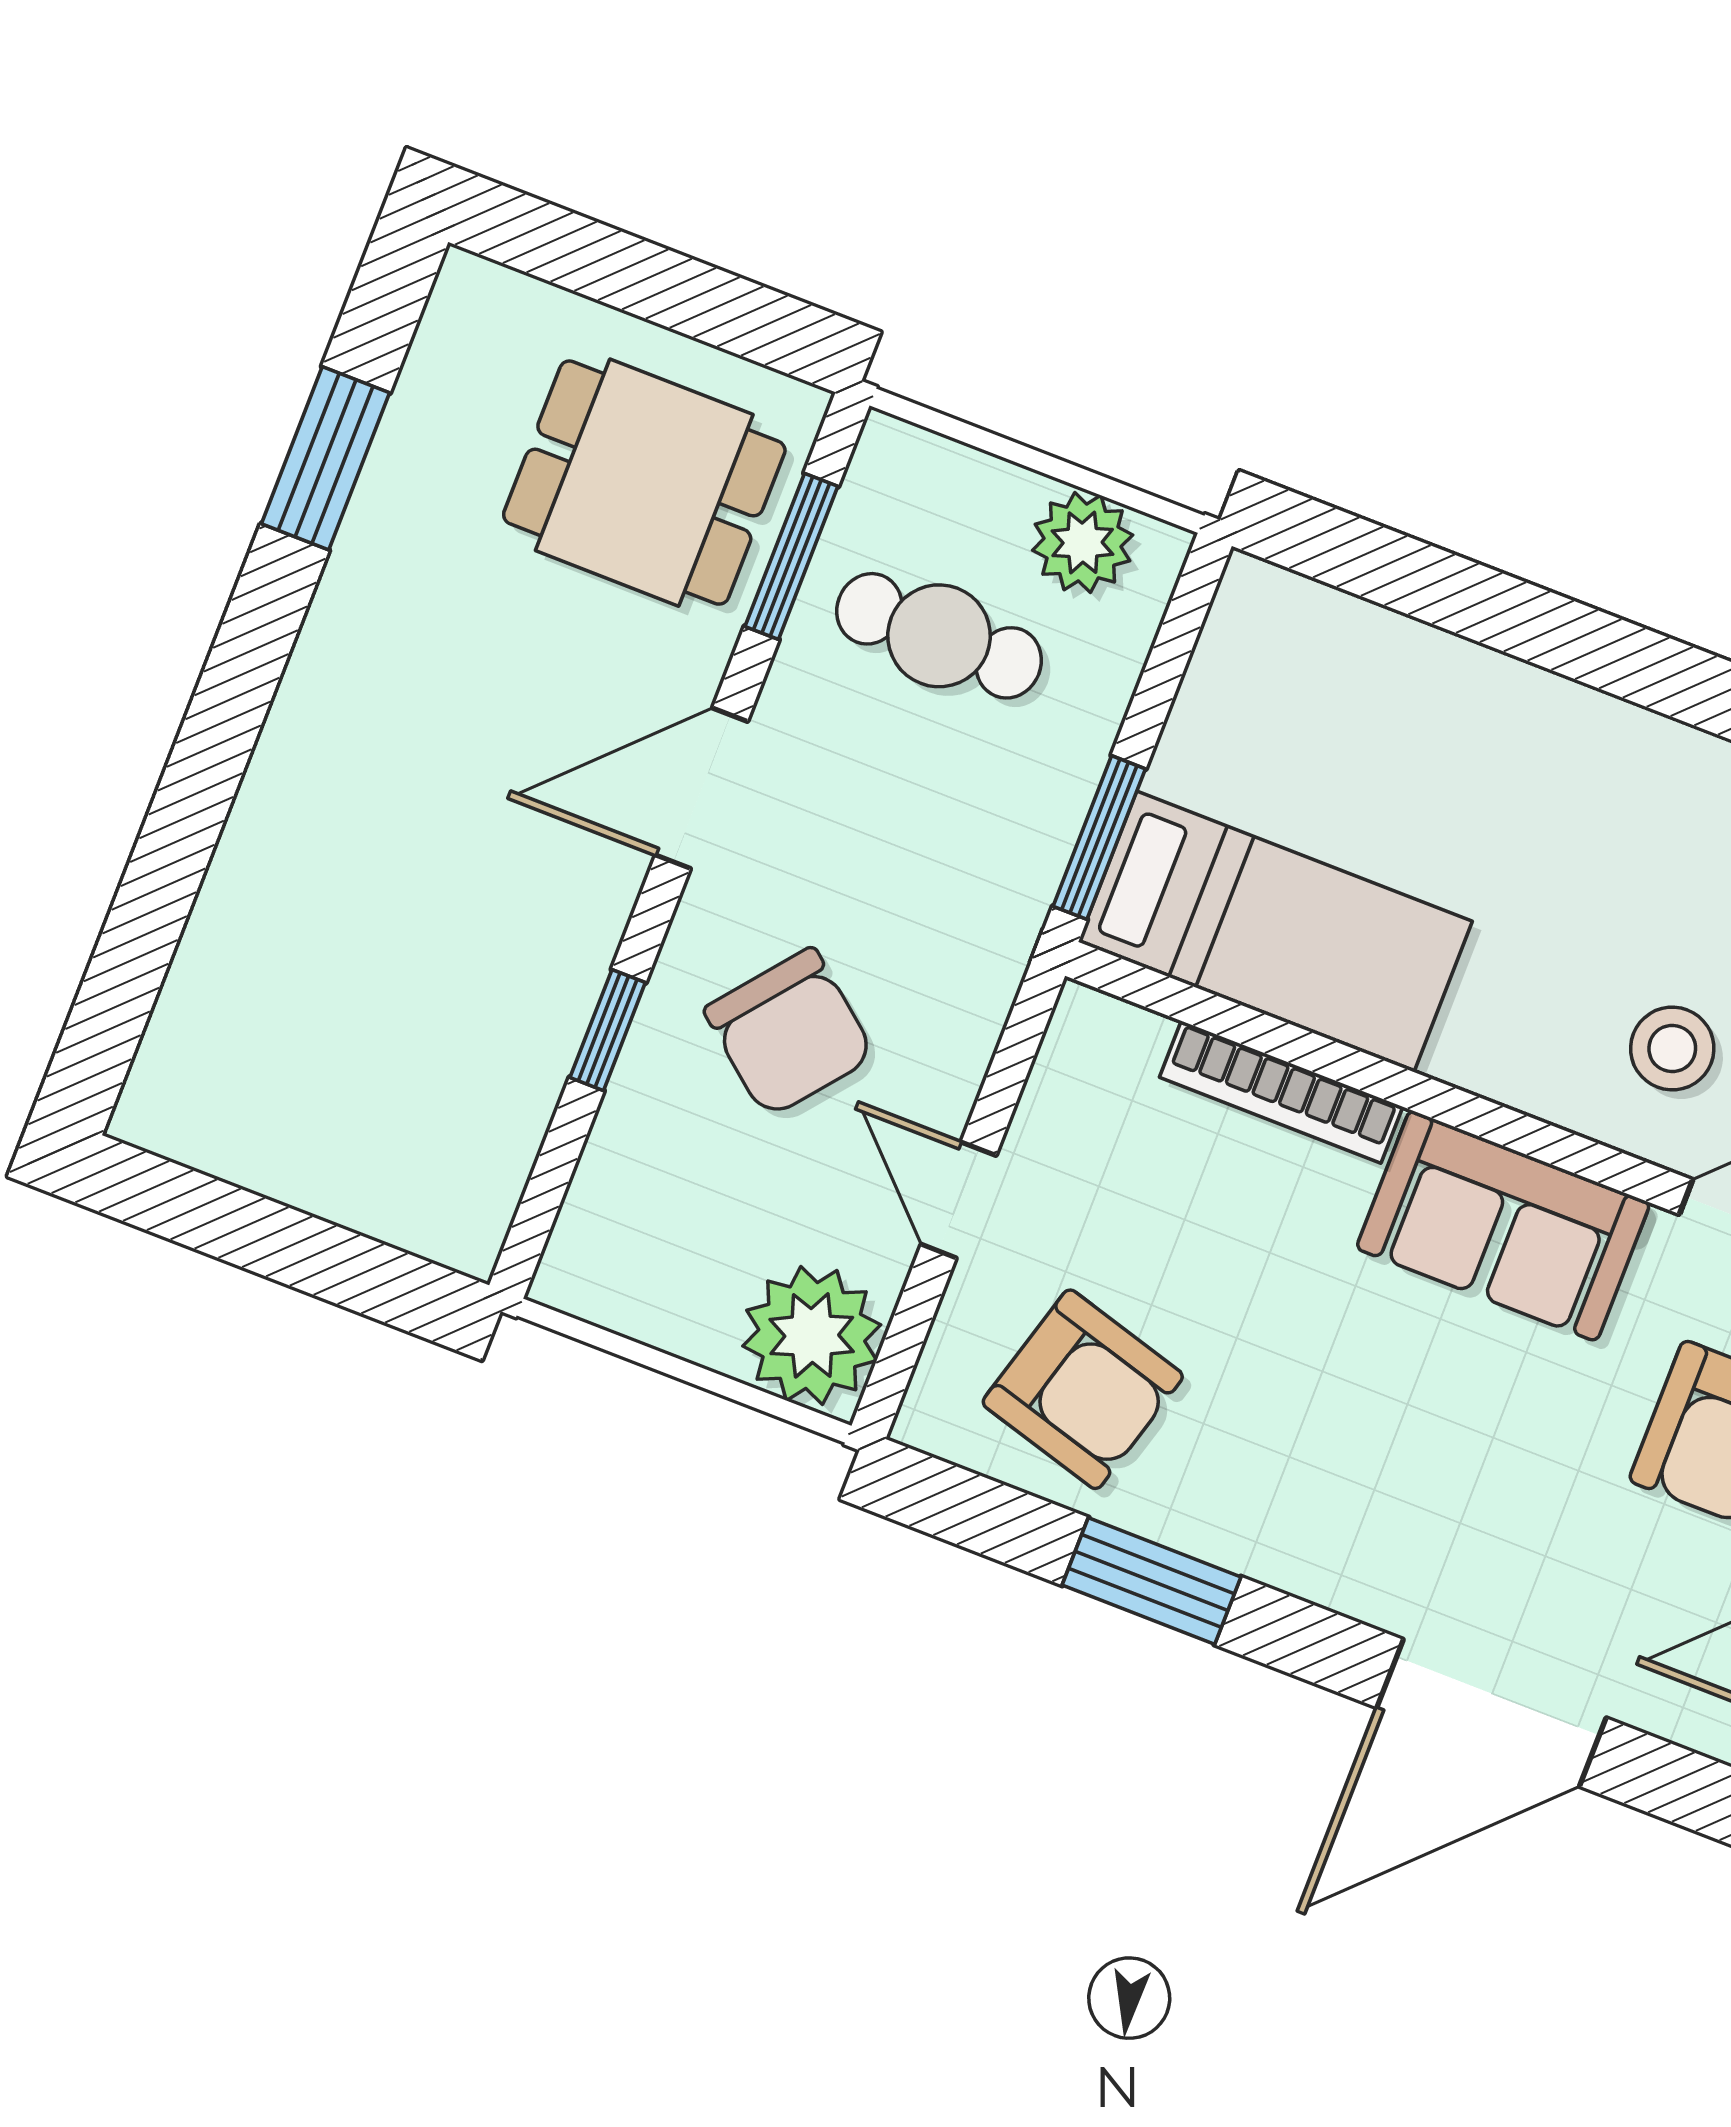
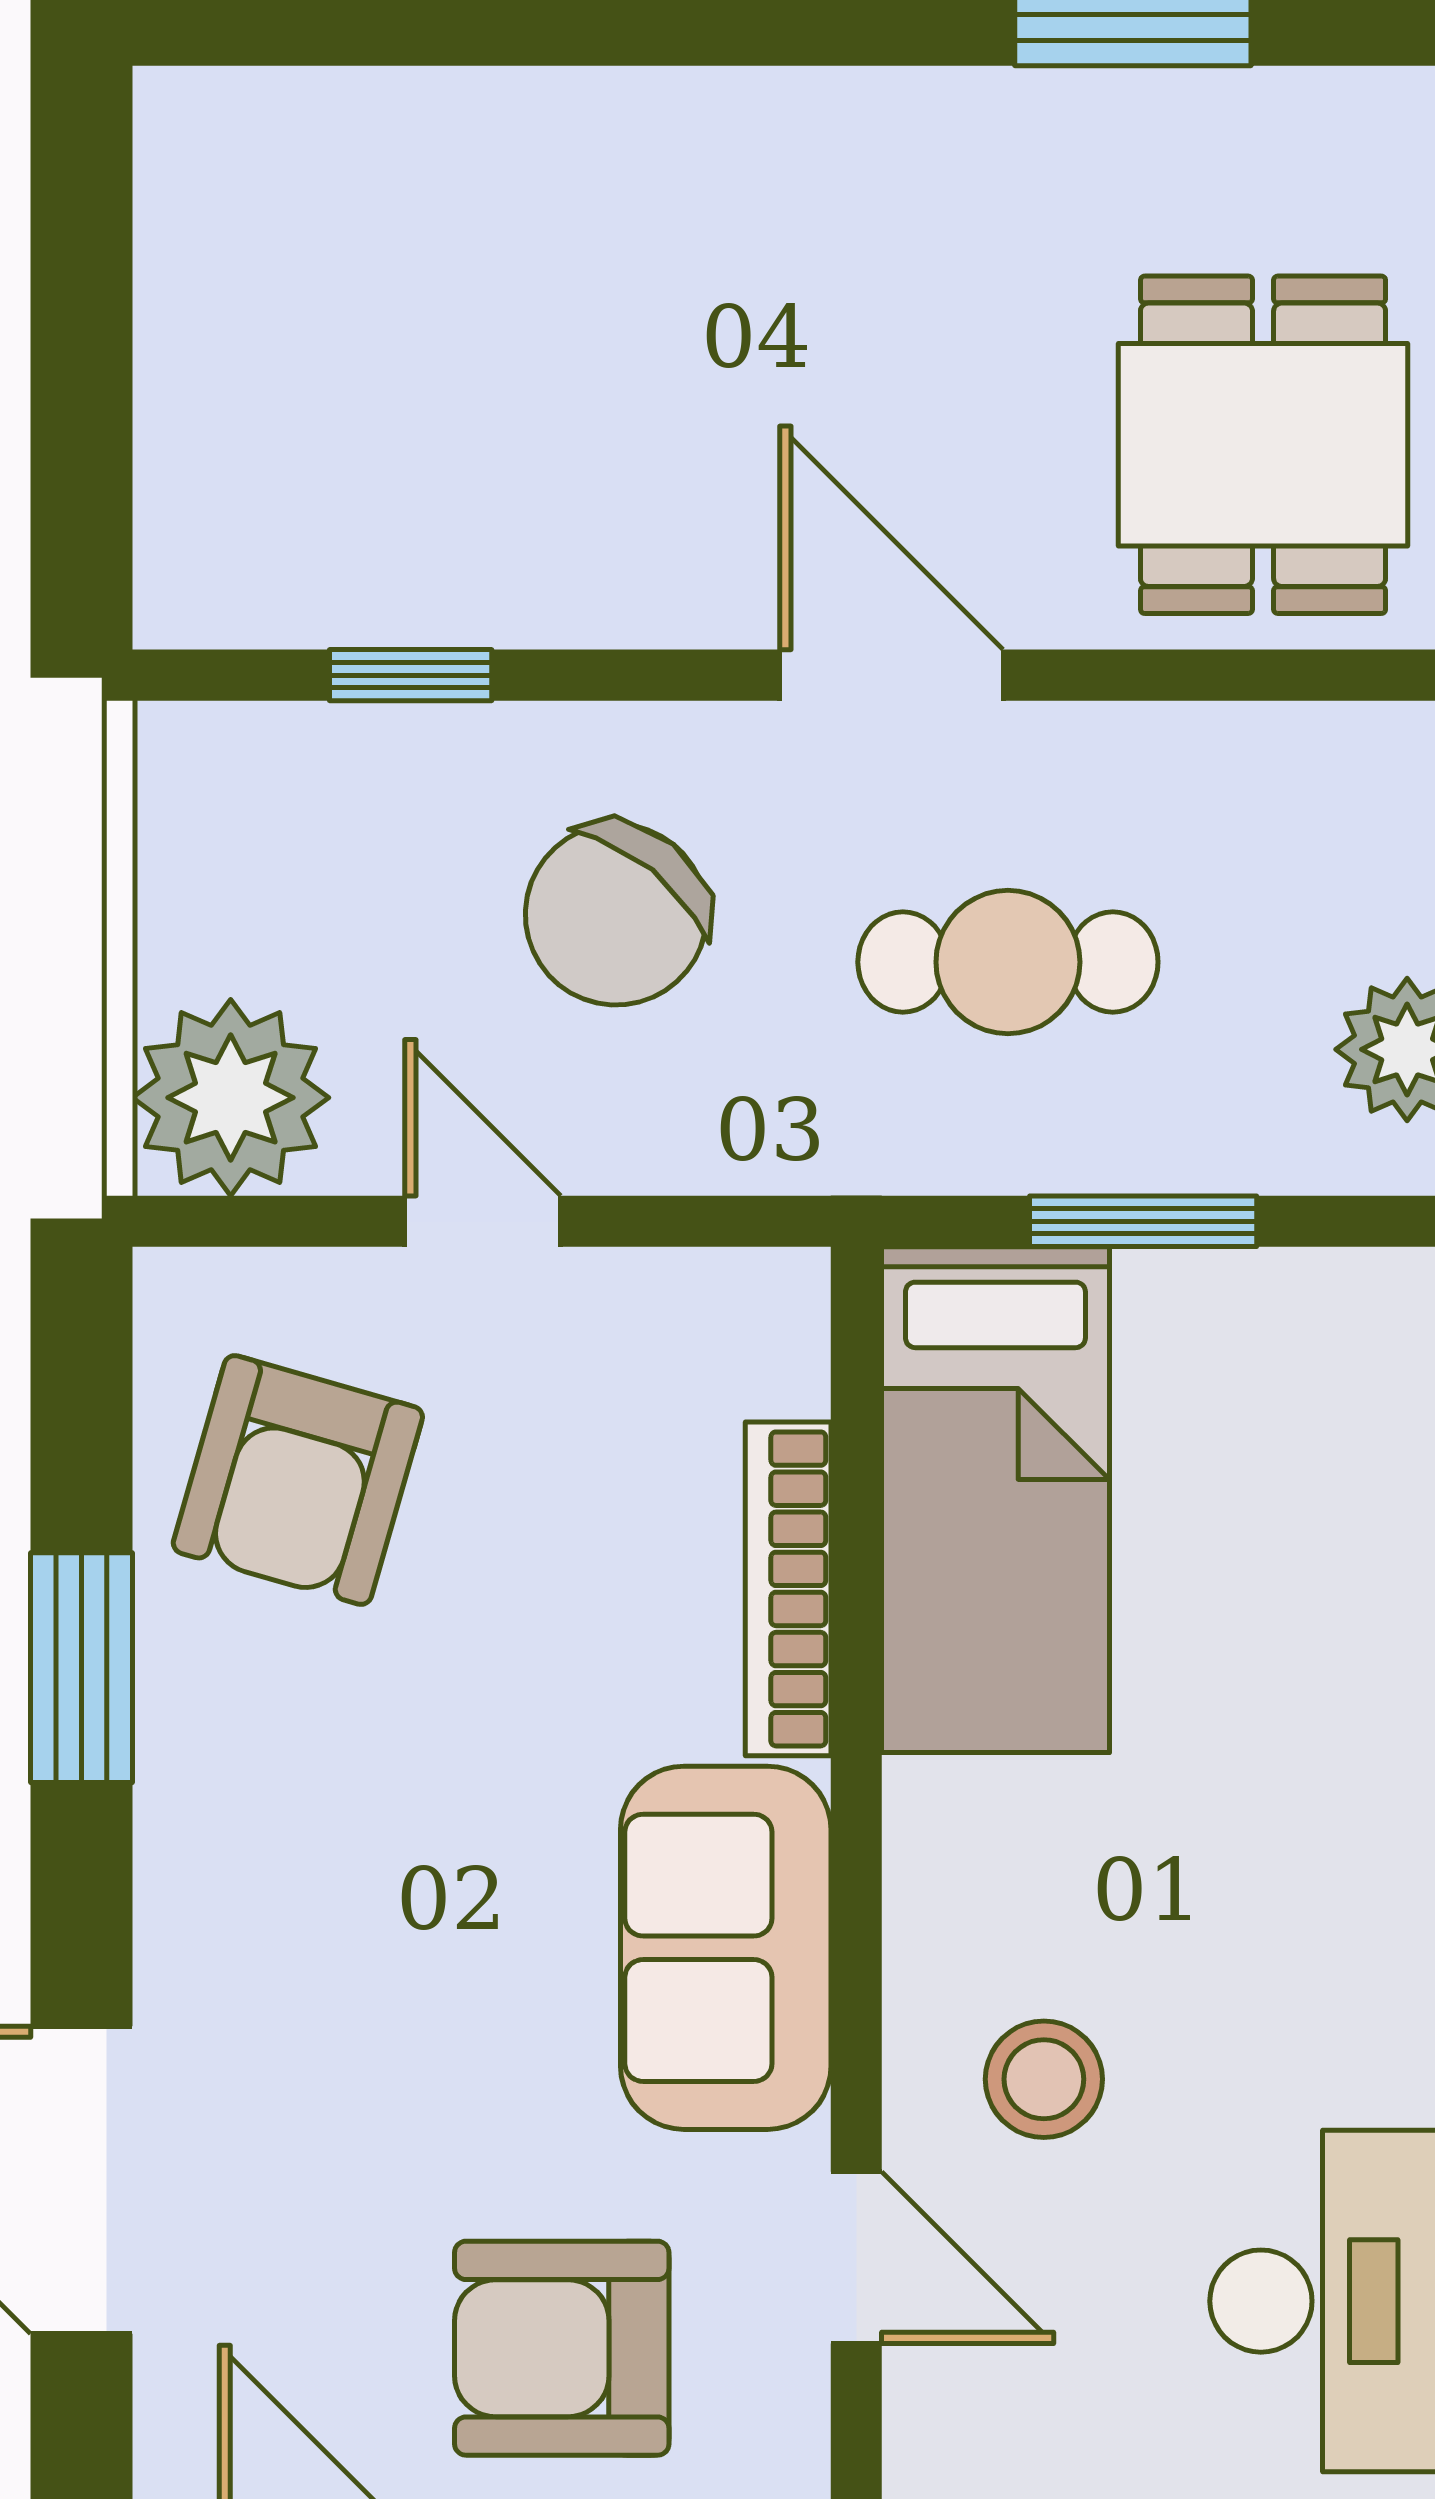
window: (791, 556) -> (1241, 675), removed
cafe table: (939, 636) -> (1008, 962), moved, turned 90
window: (1099, 838) -> (1143, 1221), moved
window: (608, 1030) -> (411, 675), moved
door: (959, 1200) -> (483, 1221), hinge flipped

